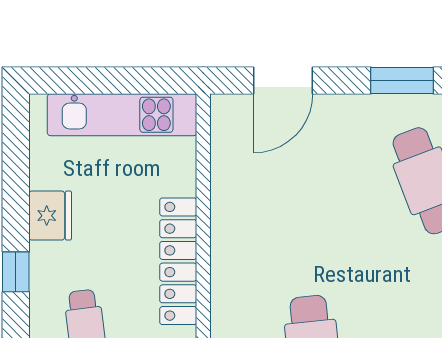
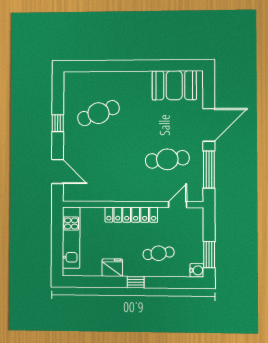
window: (402, 81) -> (58, 123), width x0.67

